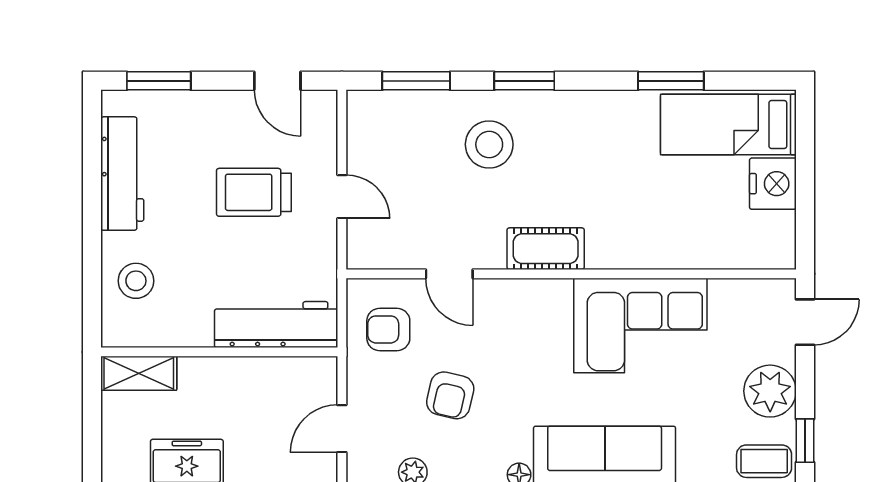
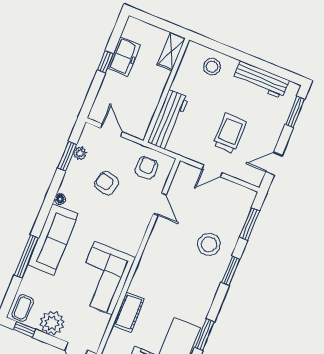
cot: (546, 249) -> (129, 312), moved
door: (449, 274) -> (160, 204), swing flipped

